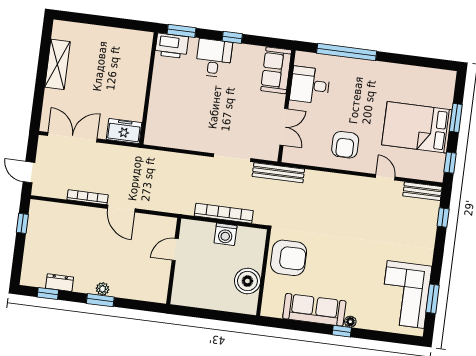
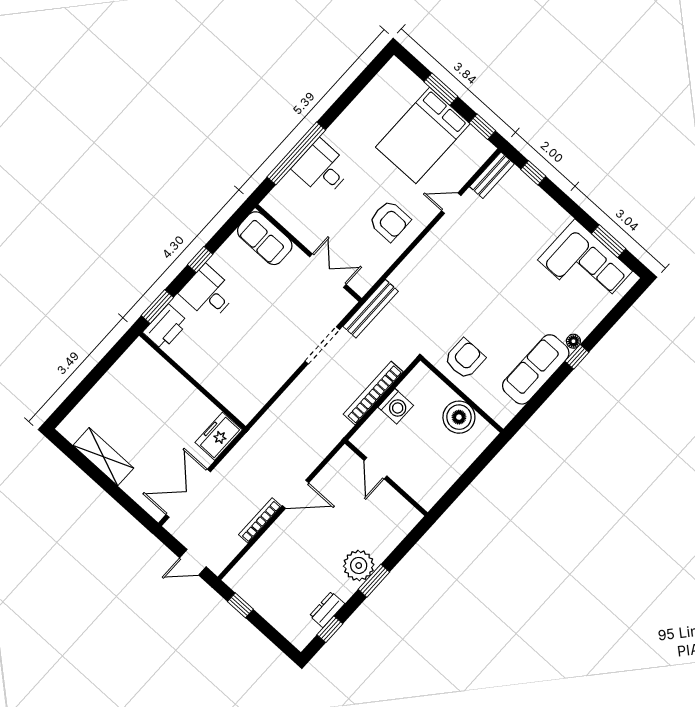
desk: (310, 85) -> (322, 168), moved, turned 90
armchair: (289, 258) -> (465, 359), width x0.73, depth x0.73
plant: (102, 289) -> (359, 565), width x1.88, depth x1.88

